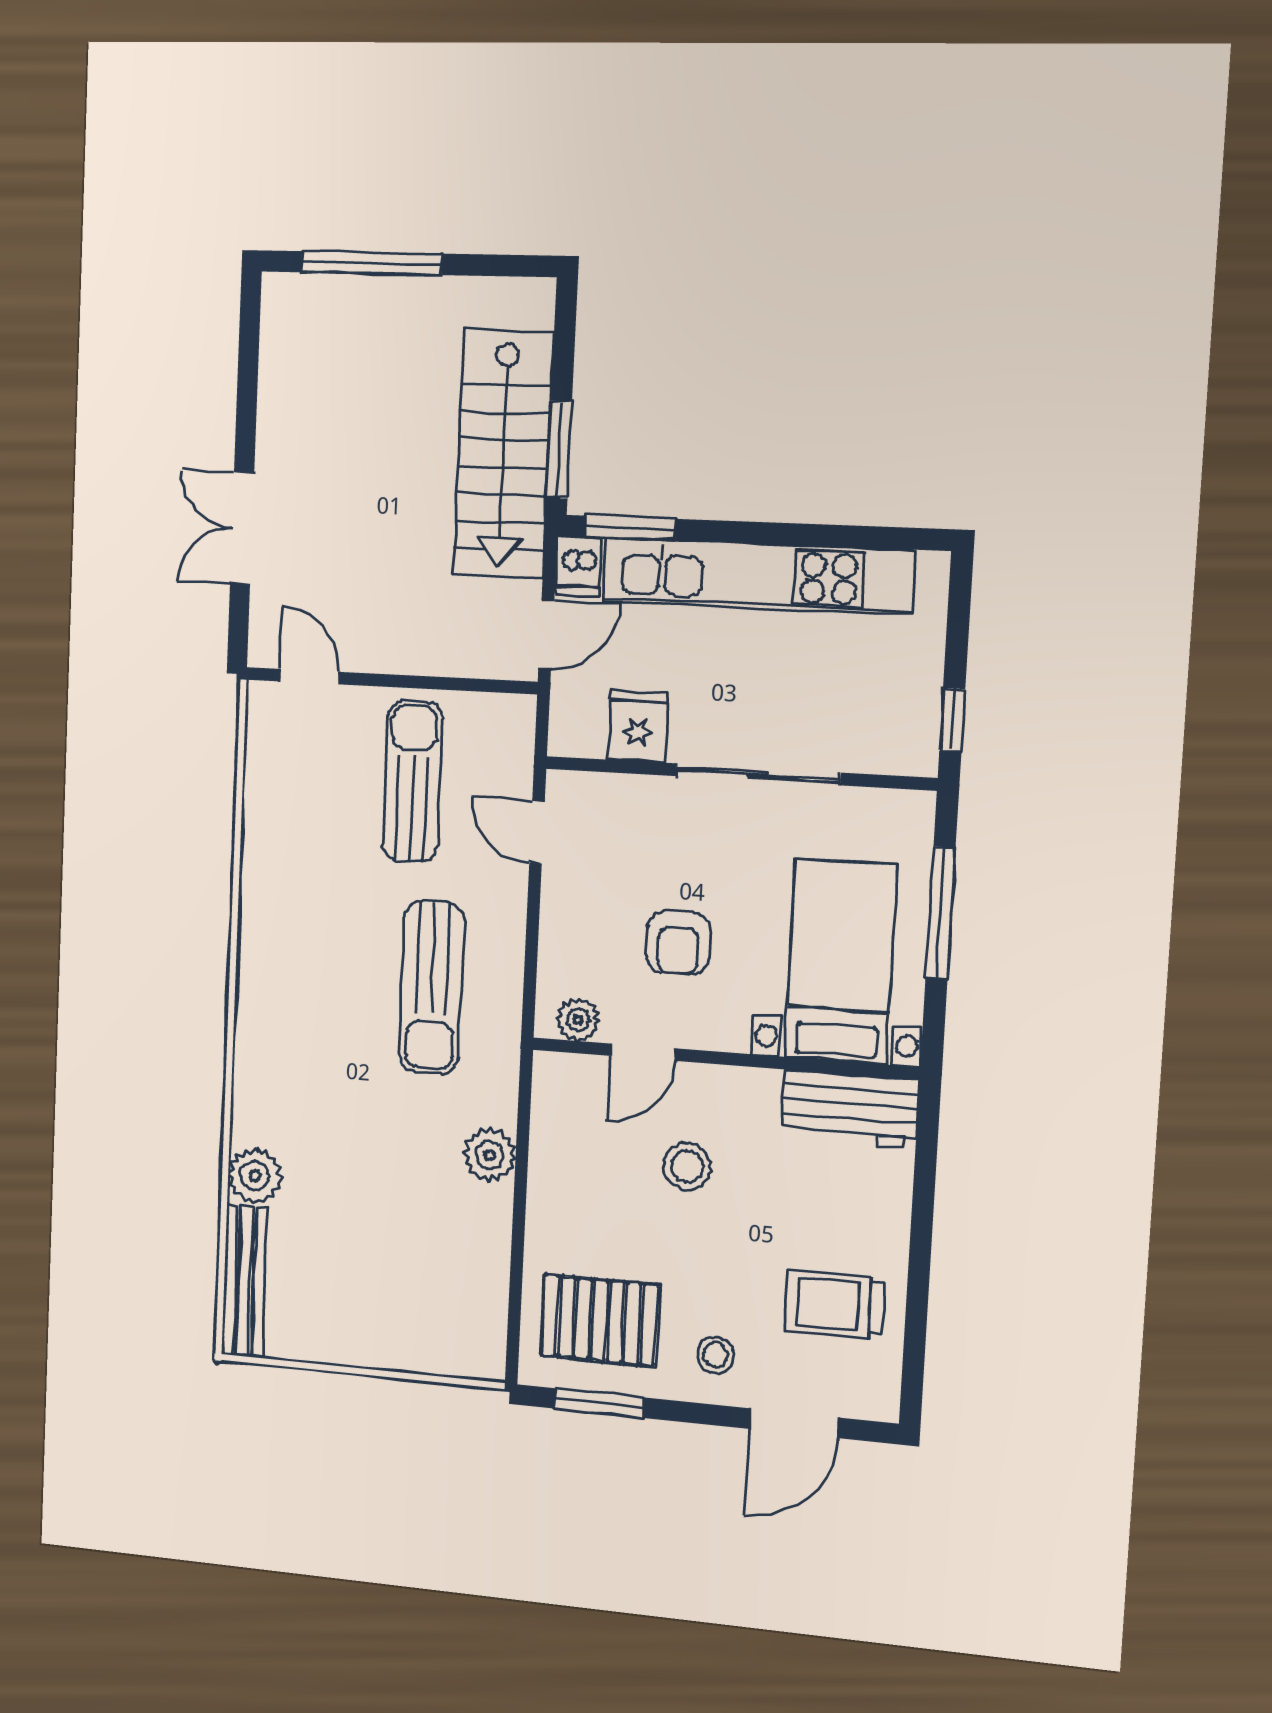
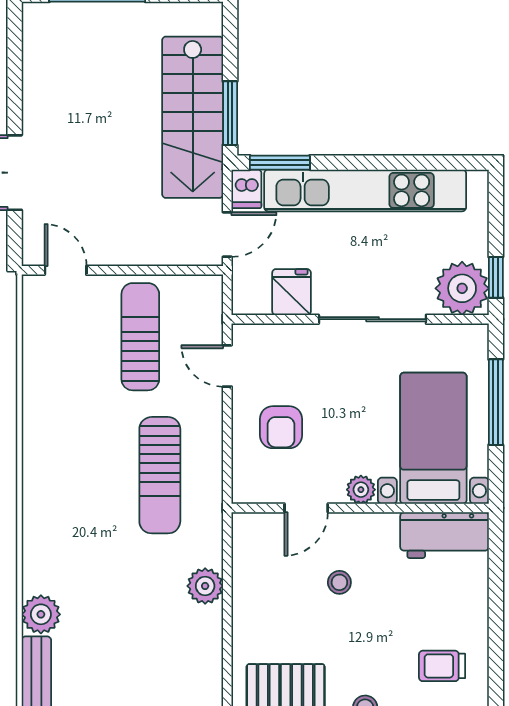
plant: (898, 734) -> (462, 288), added
armchair: (678, 943) -> (281, 427), moved
plant: (578, 1020) -> (361, 490), moved
stool: (687, 1167) -> (339, 582), width x0.73, depth x0.73
trolley: (834, 1304) -> (442, 666), width x0.73, depth x0.72

